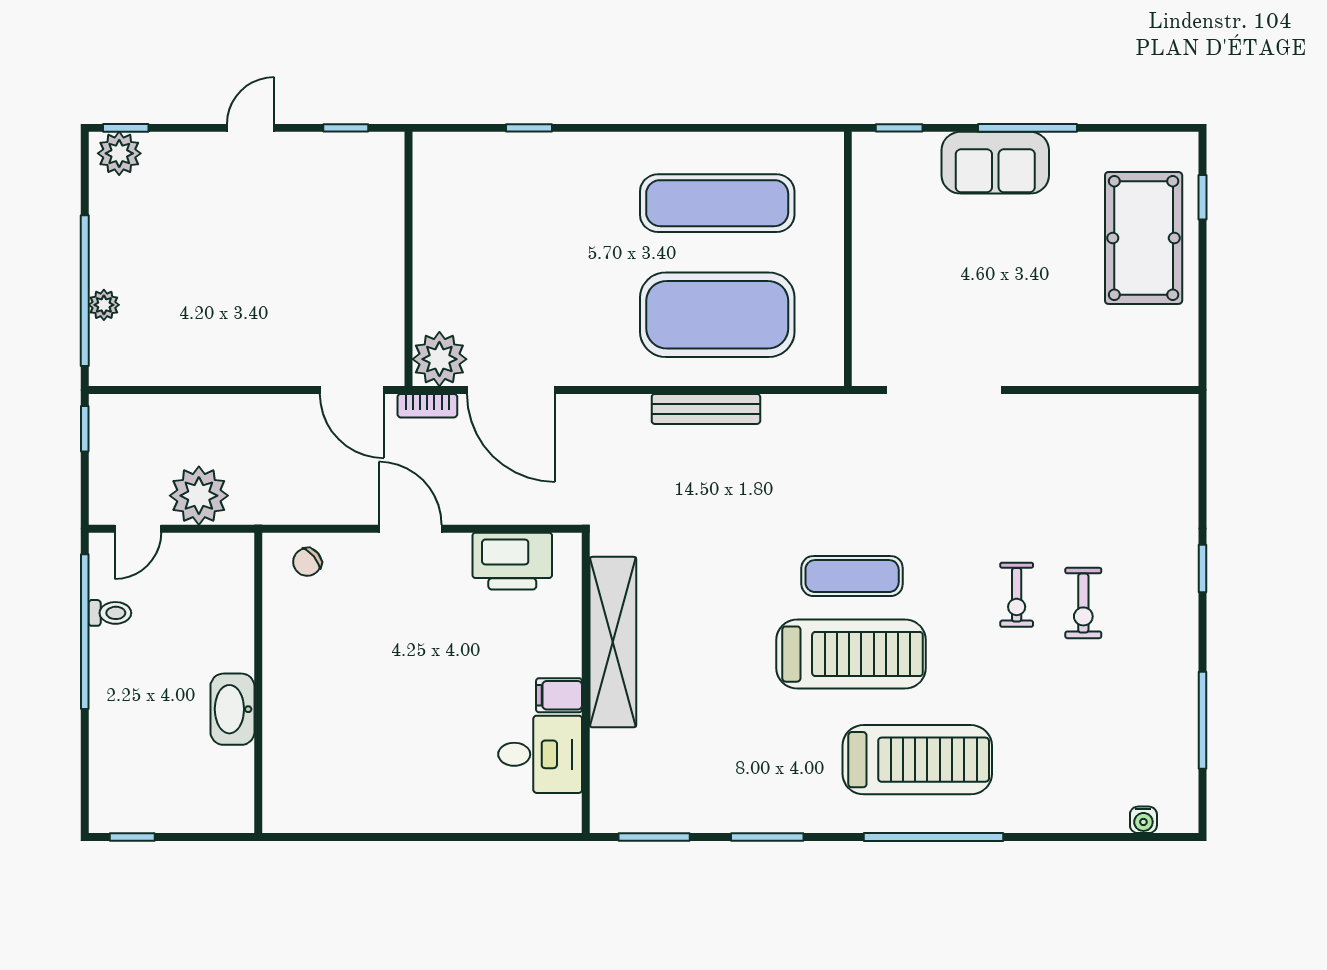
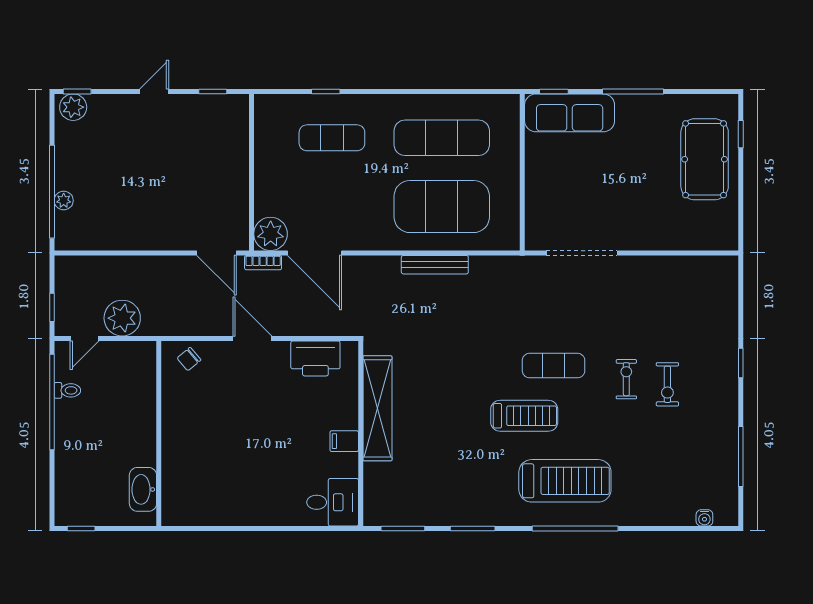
sofa: (995, 163) -> (570, 113), moved, width x1.36
exercise mat: (539, 203) -> (332, 138), added
window: (85, 429) -> (52, 307), moved
exercise mat: (852, 576) -> (554, 366), moved
exercise bike: (1017, 595) -> (626, 379), turned 180
treadmill: (851, 654) -> (524, 416), width x0.73, depth x0.73
washbasin: (232, 709) -> (143, 489), moved
desk: (540, 754) -> (333, 502), moved

